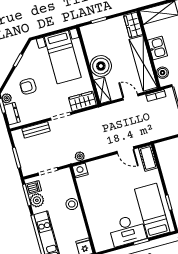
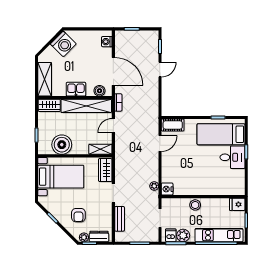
boiler: (101, 66) -> (62, 145), moved
desk: (127, 230) -> (232, 157), width x0.73

